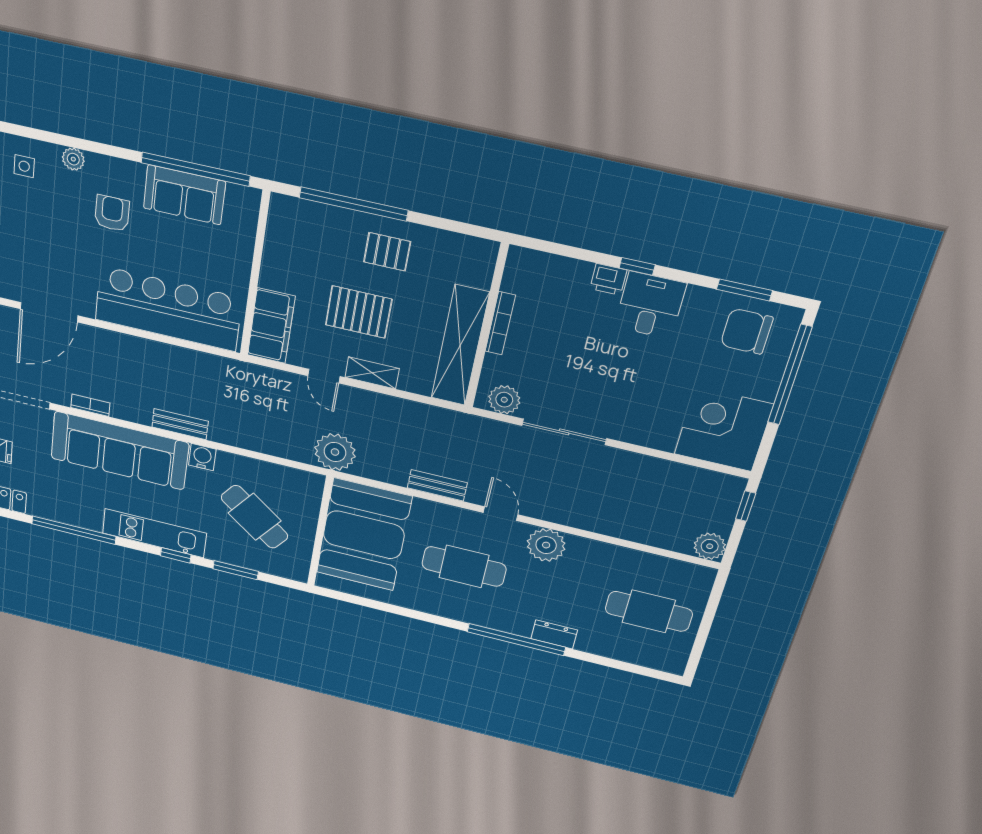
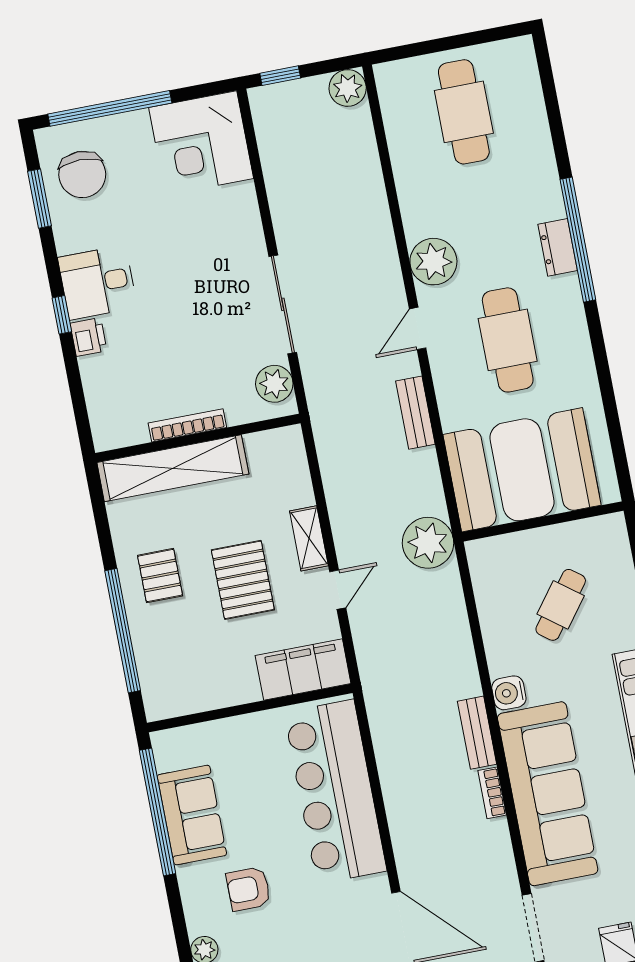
shelving: (460, 346) -> (173, 468), moved
bookcase: (90, 405) -> (492, 793), moved
cafe table: (255, 517) -> (561, 605), width x0.73, depth x0.74
dresser: (554, 634) -> (558, 247), moved

